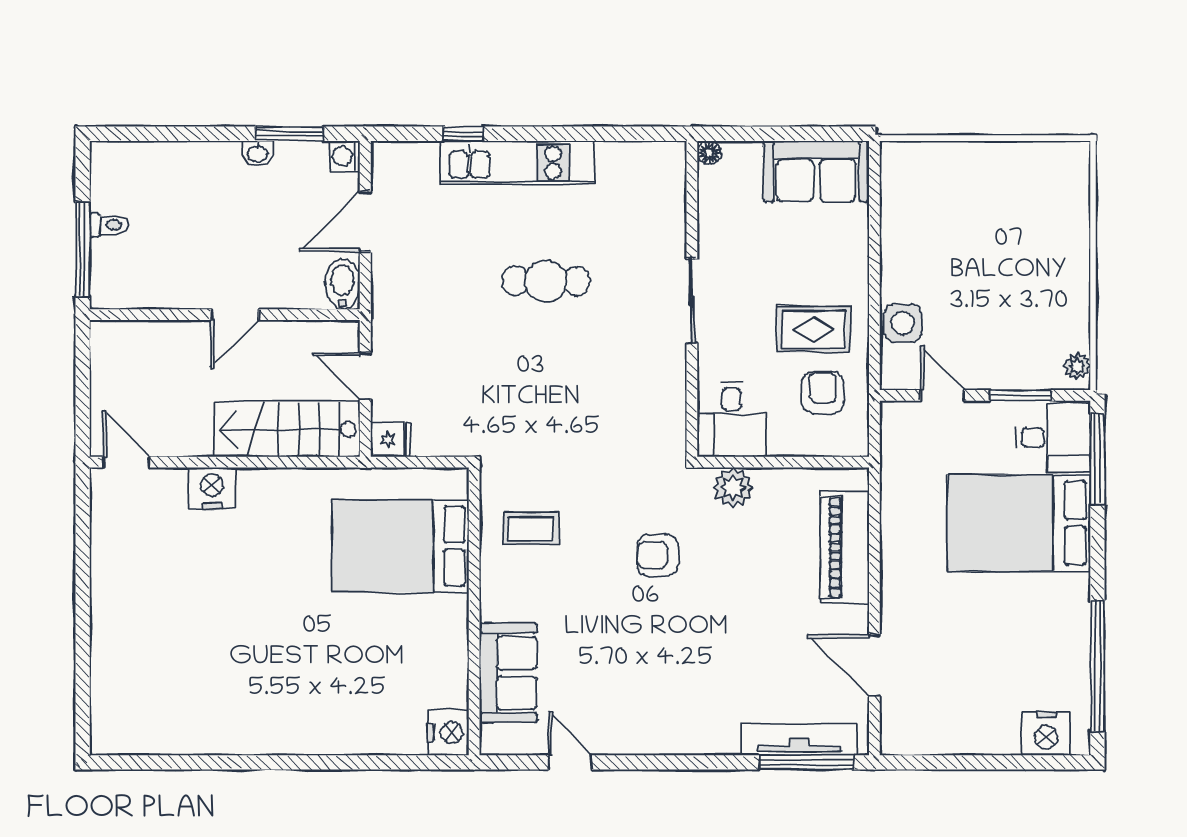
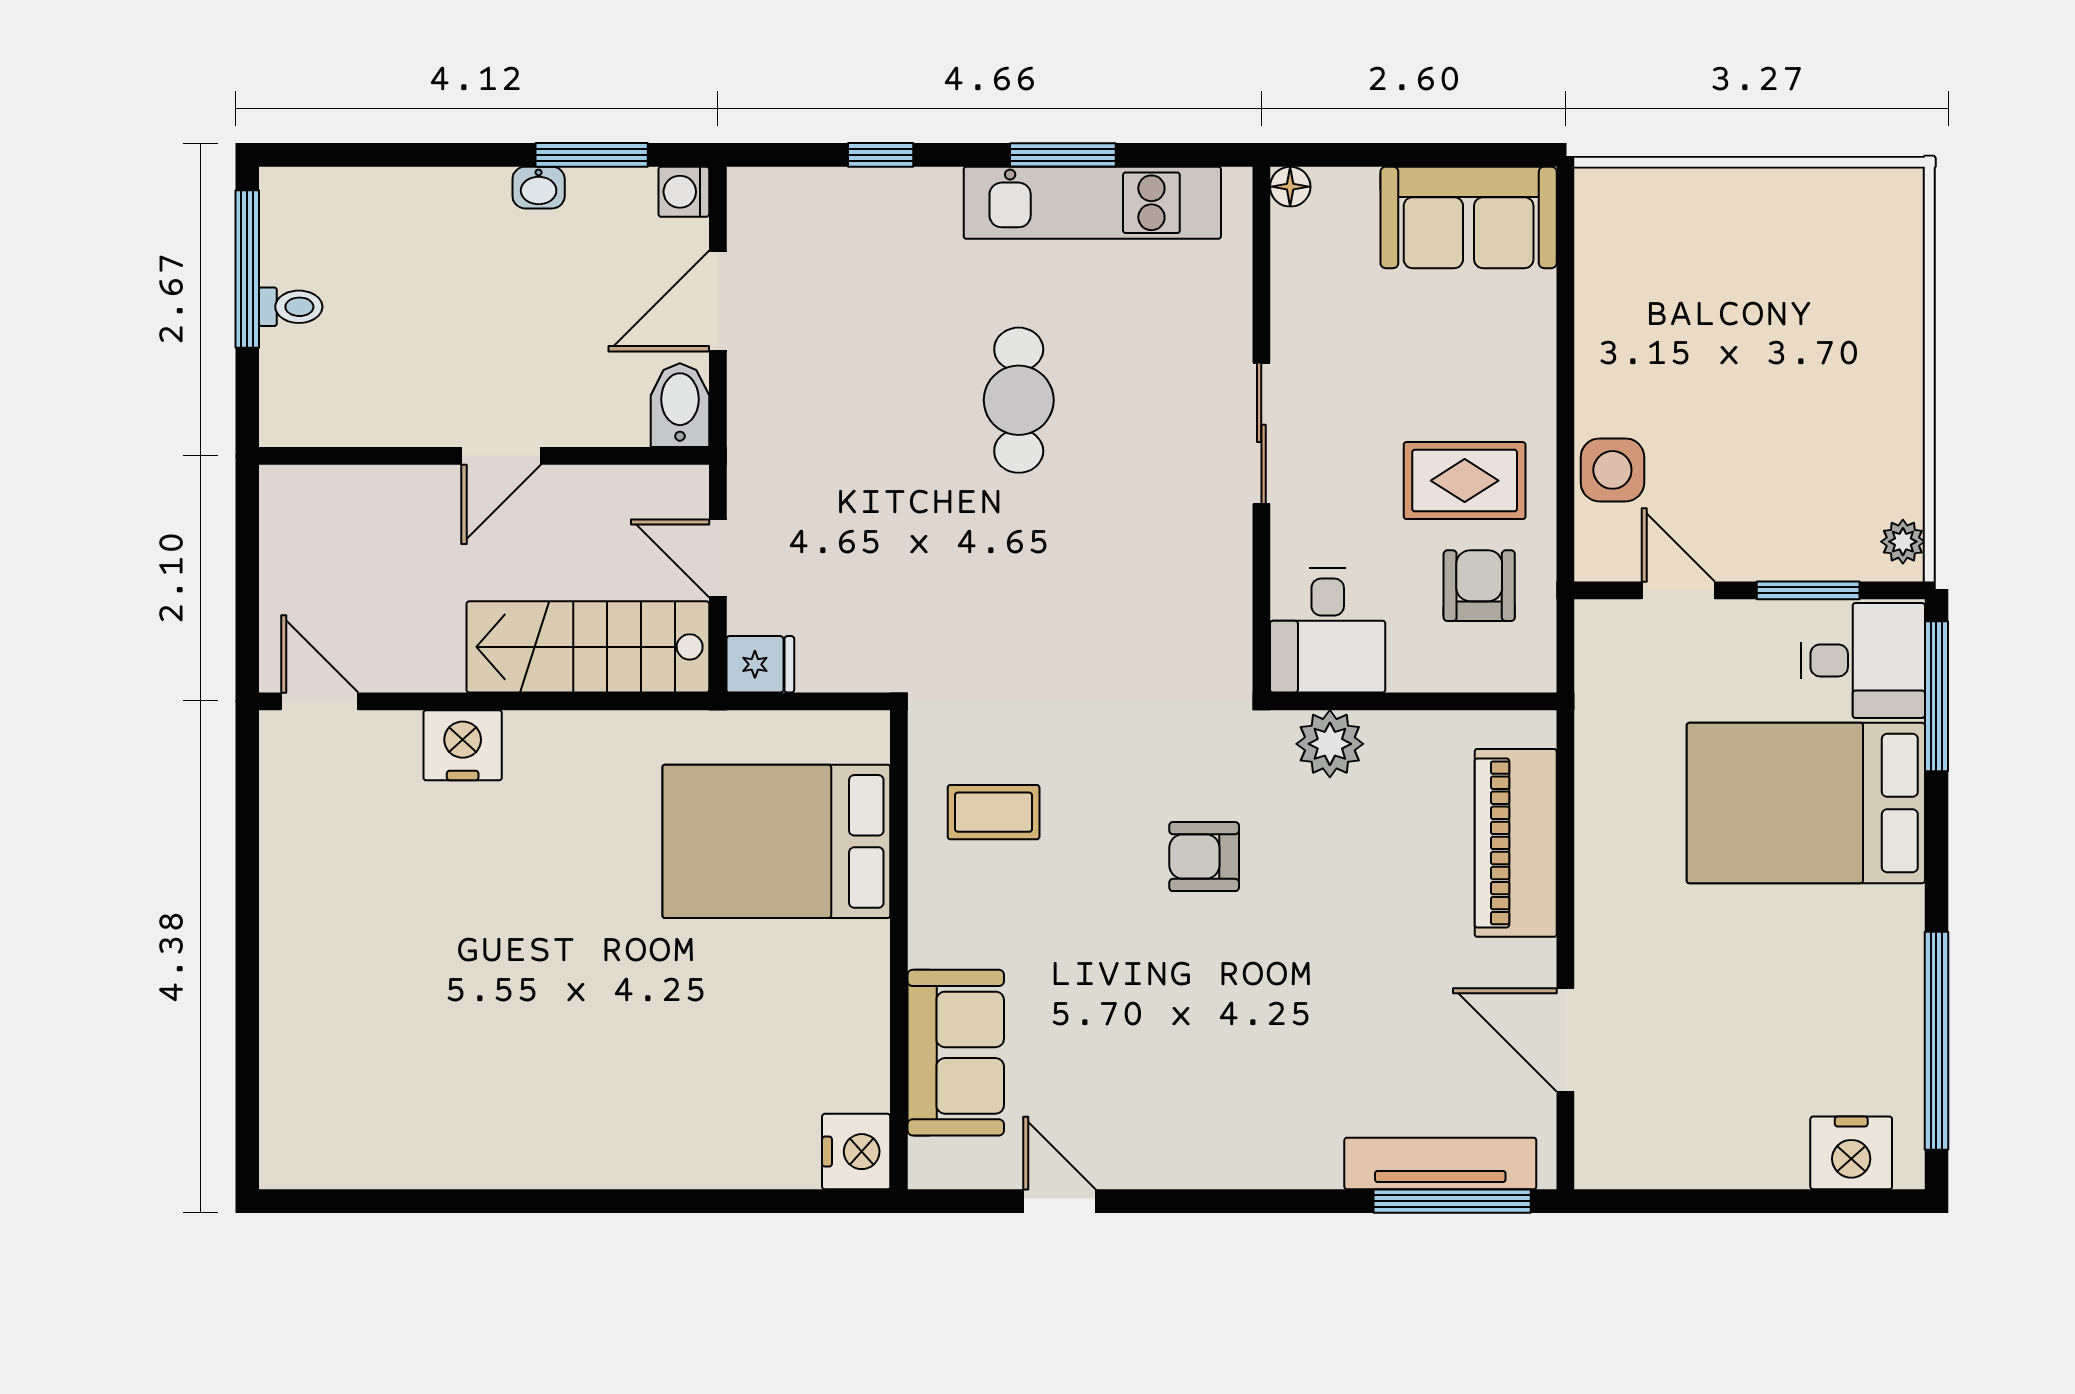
window: (573, 134) -> (1063, 155), added
kitchen unit: (517, 163) -> (1092, 203), moved
window: (83, 249) -> (247, 269), moved
cafe table: (546, 281) -> (1019, 400), turned 90

